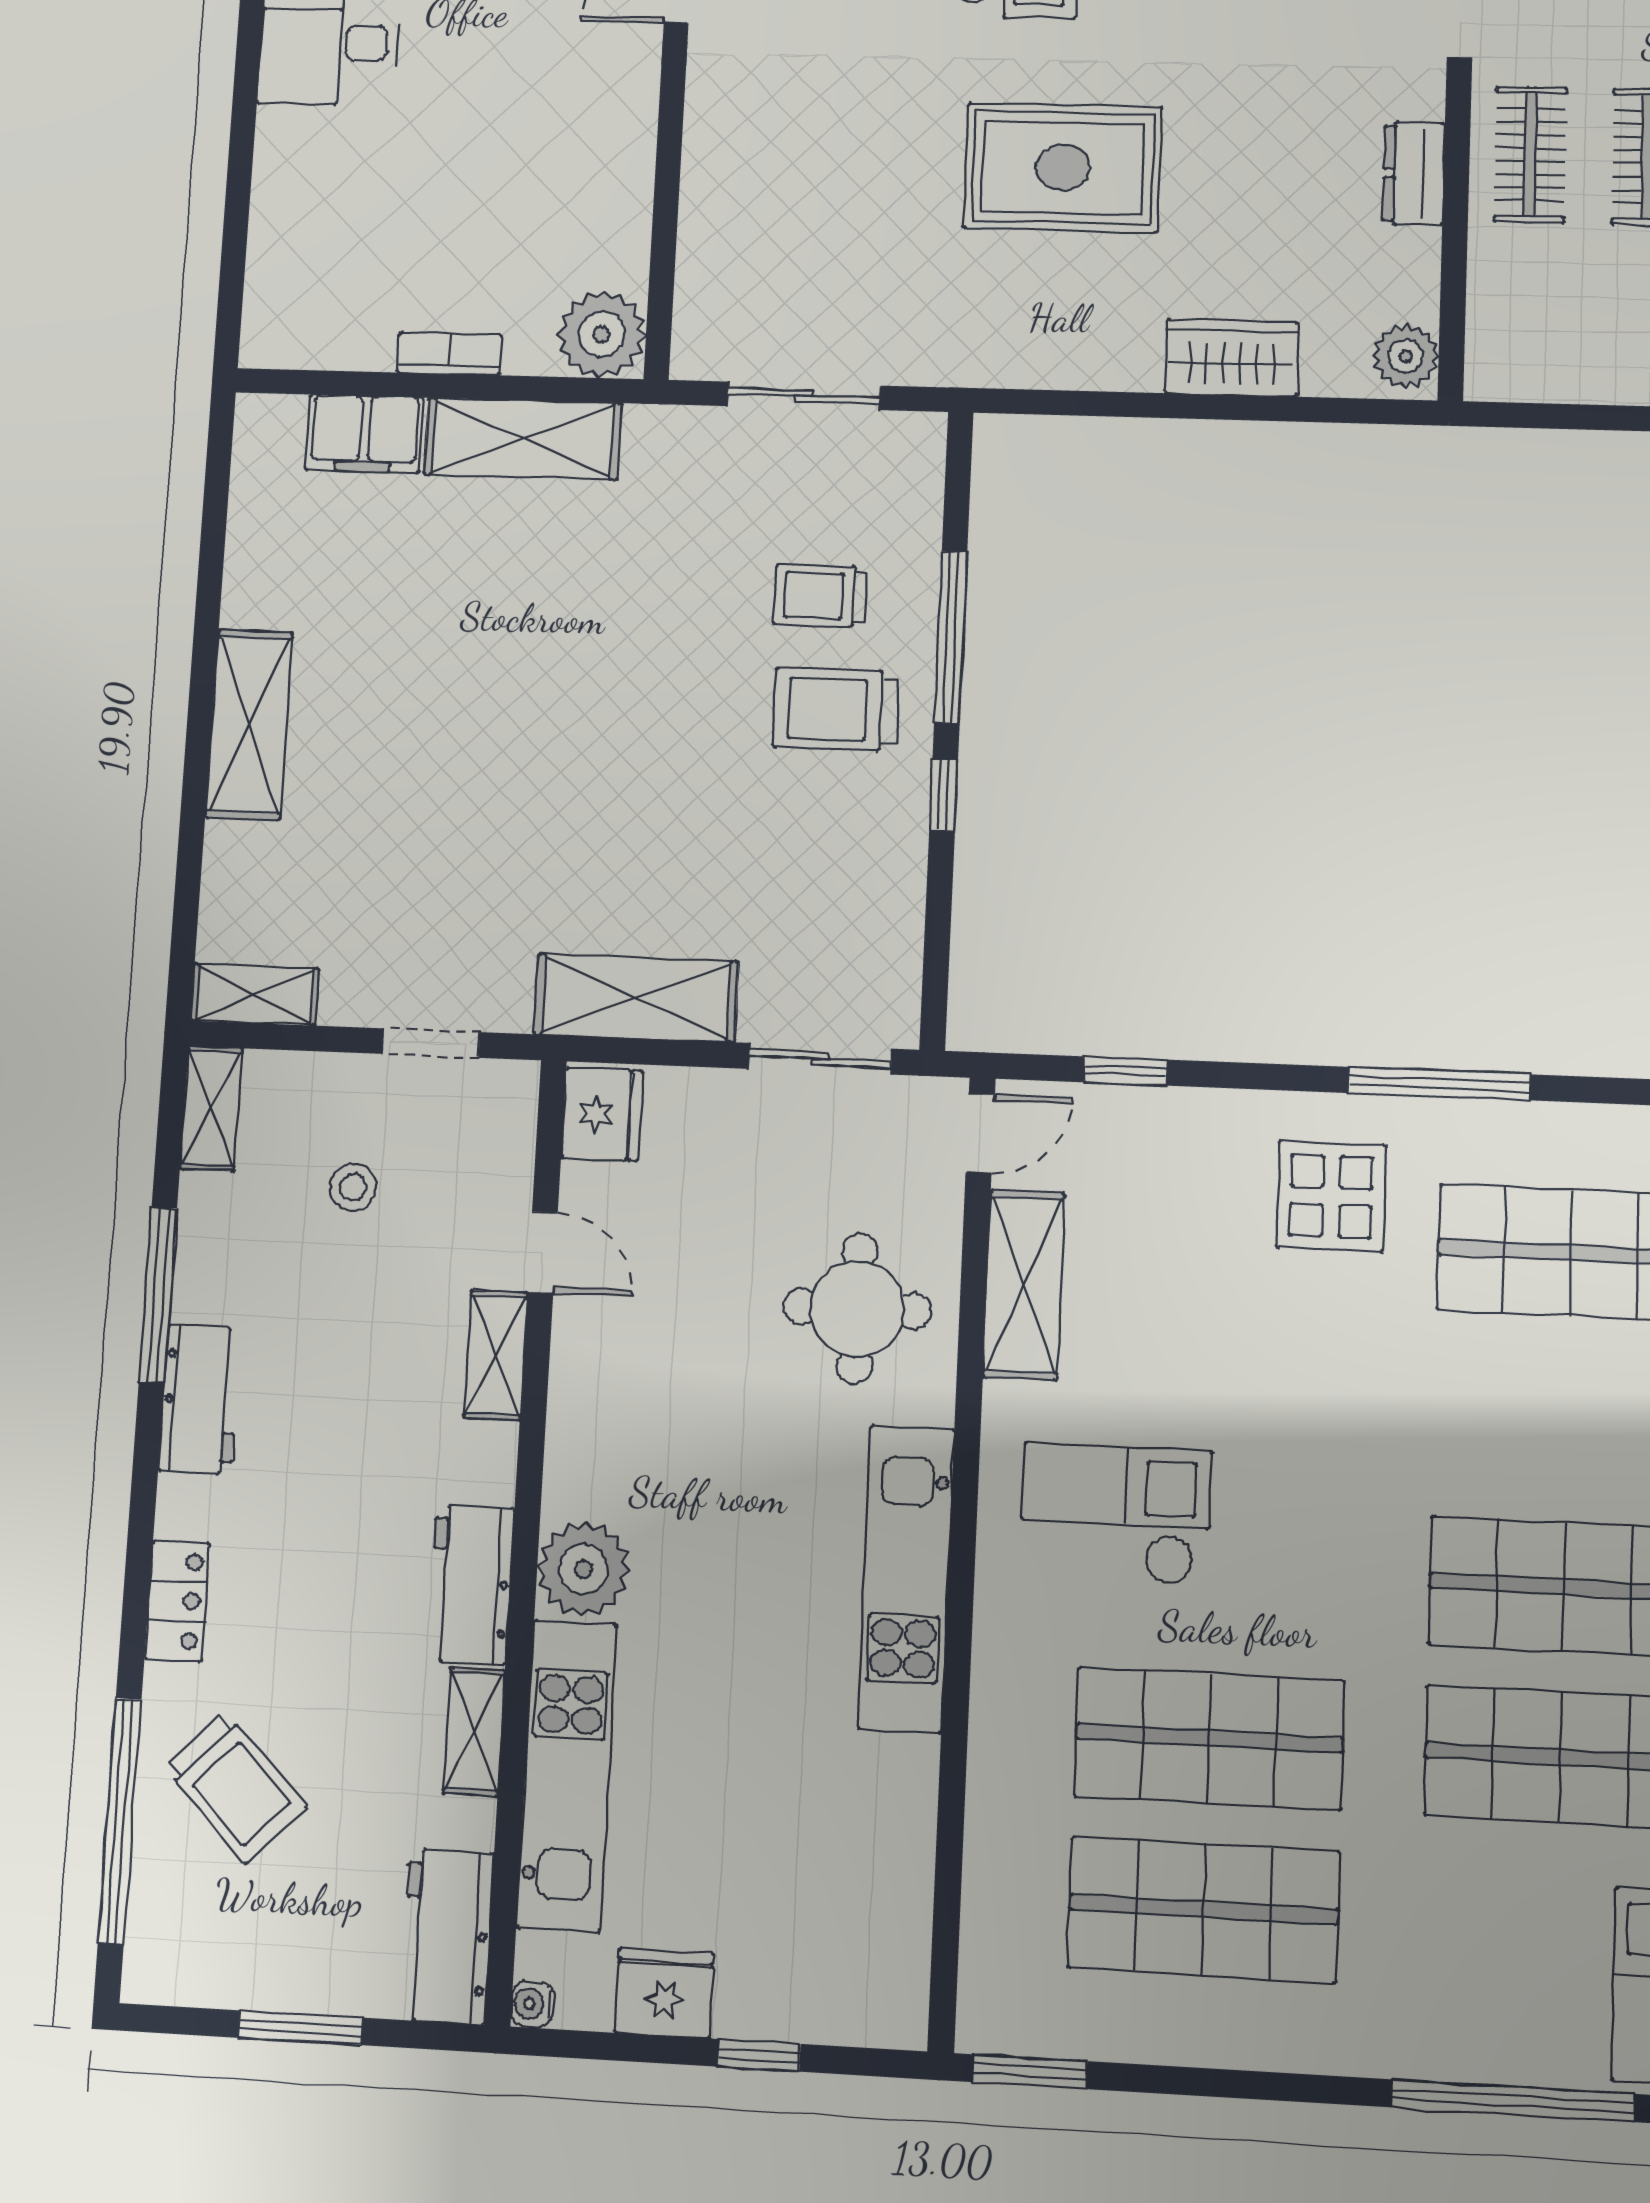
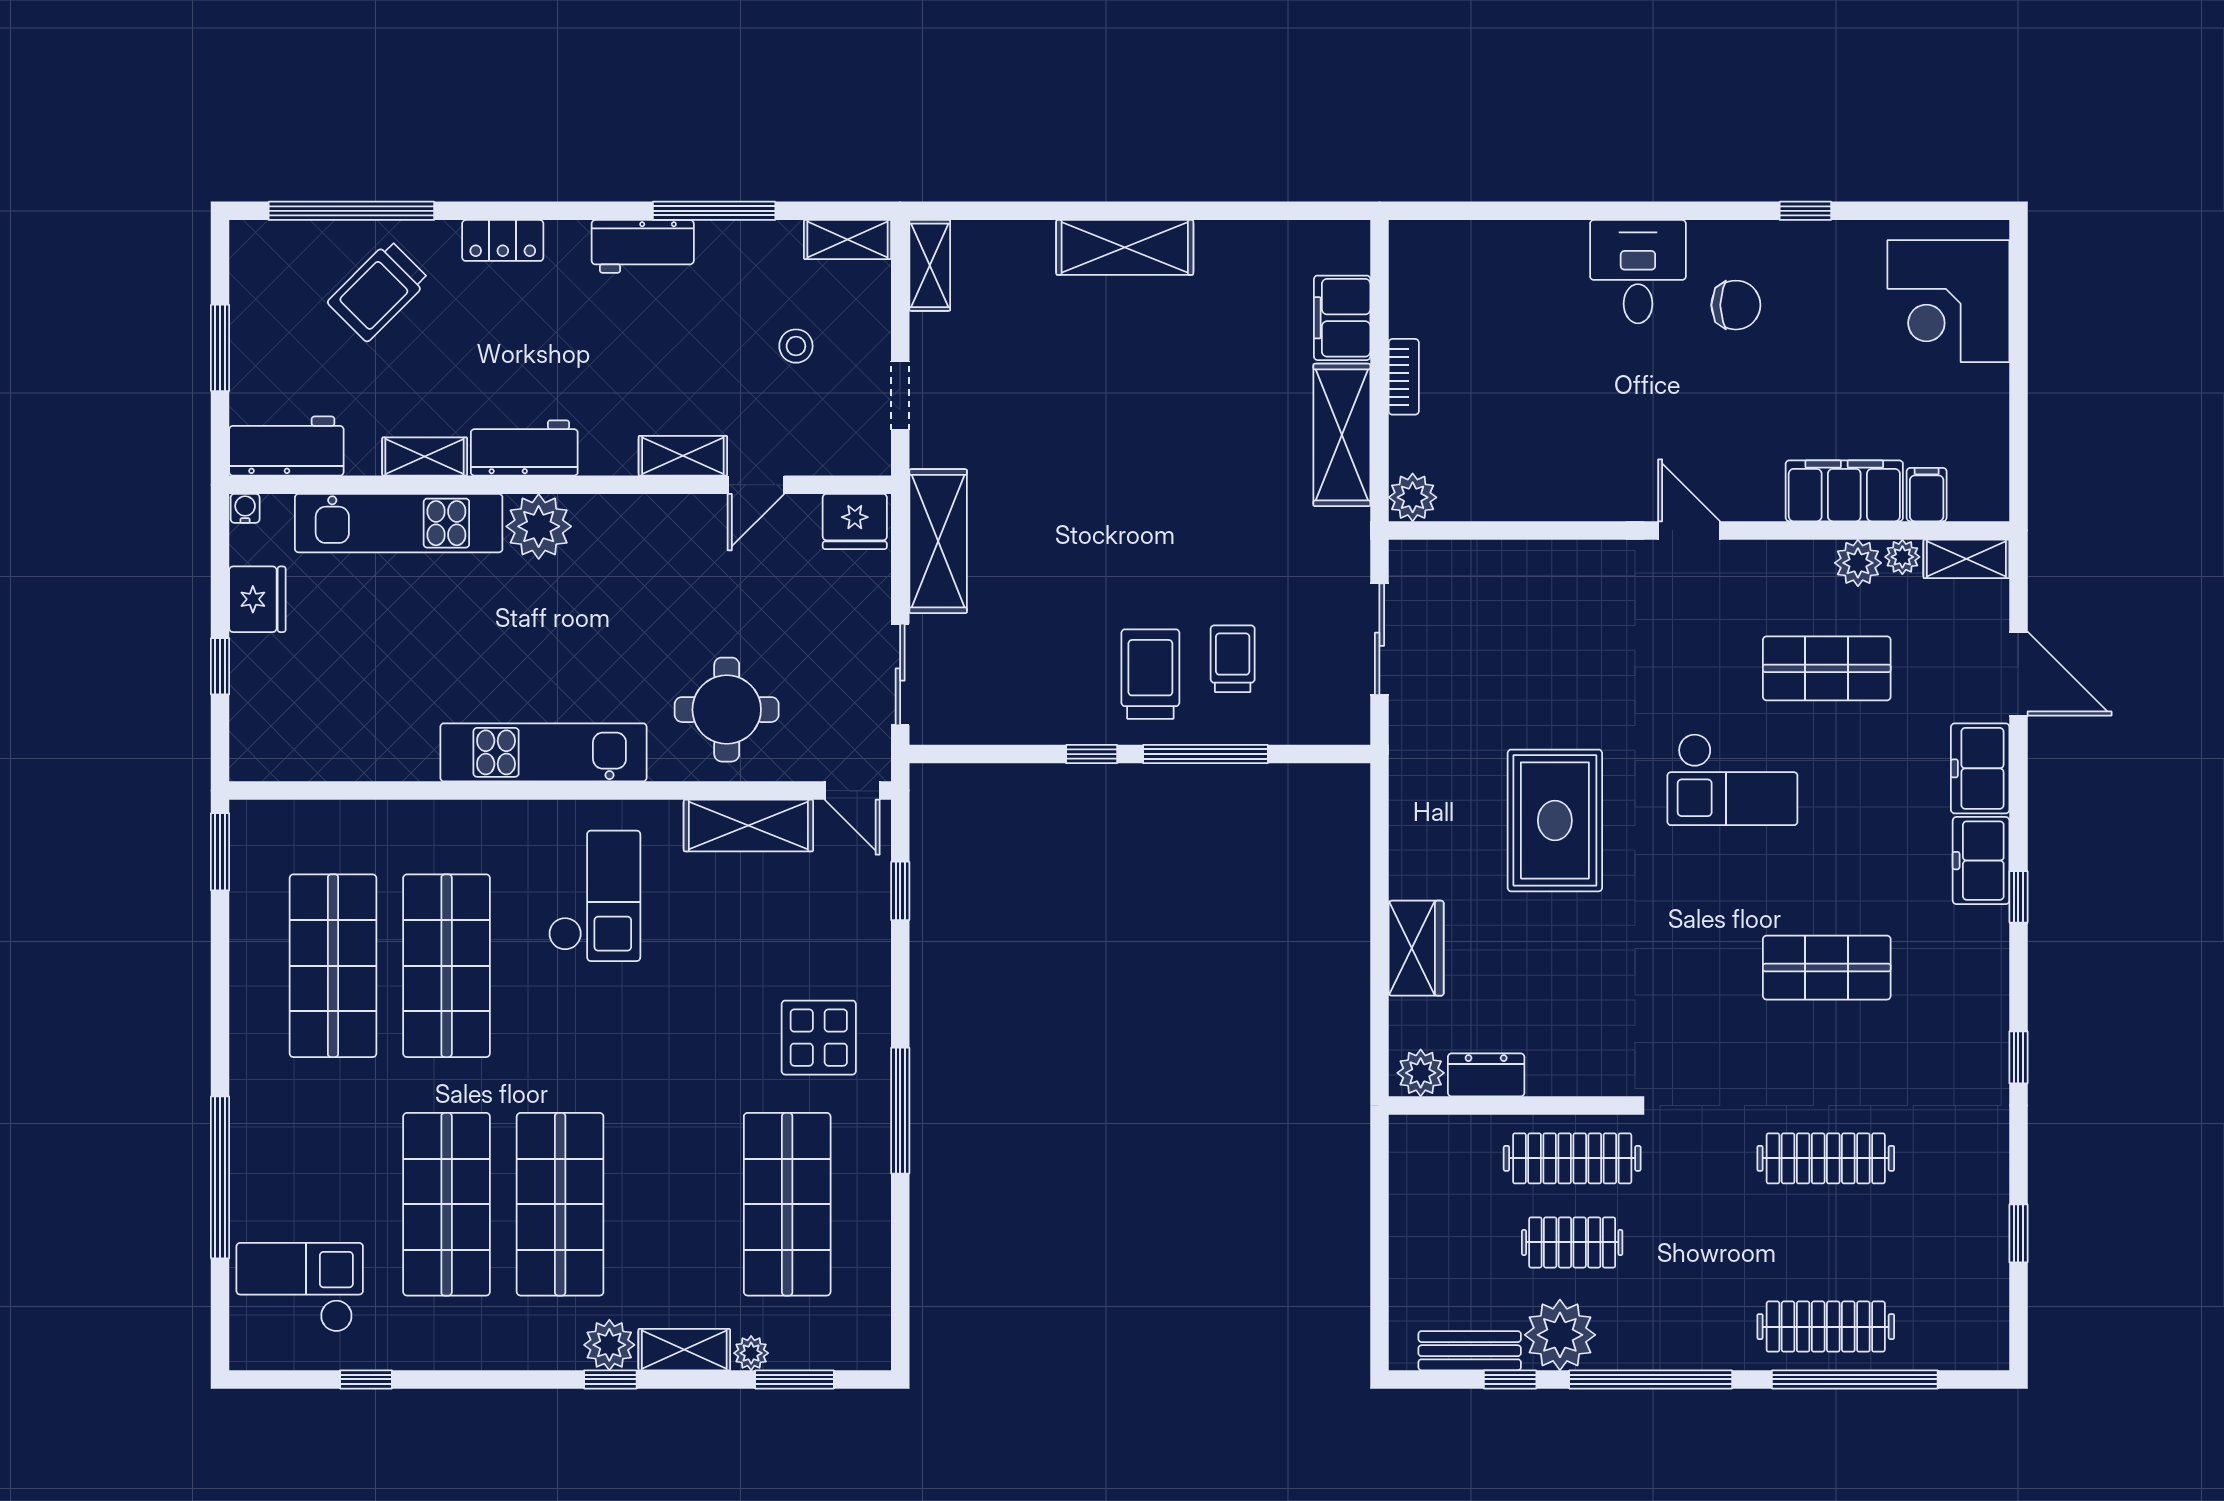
clothes rail: (1530, 155) -> (1572, 1158), width x1.36
dresser: (1414, 173) -> (1486, 1075), moved
plant: (602, 334) -> (1413, 497), width x0.73, depth x0.73

